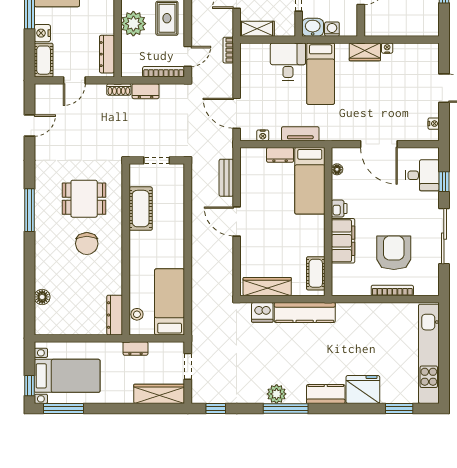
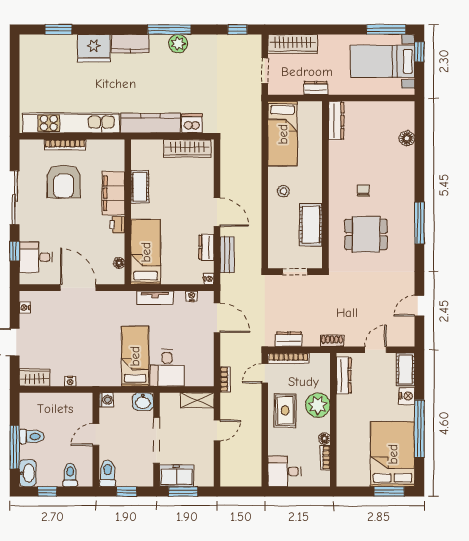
washing machine: (332, 29) -> (106, 400), moved, turned -90
wardrobe: (365, 52) -> (35, 378), moved
dresser: (146, 91) -> (289, 339), moved
nightstand: (245, 153) -> (209, 279), added
dresser: (280, 155) -> (206, 247), moved, turned -90
chair: (87, 244) -> (363, 191), width x0.54, depth x0.54
cot: (316, 273) -> (140, 187), moved
stool: (137, 314) -> (283, 191), moved
kitchen unit: (429, 354) -> (71, 123), moved, turned -90

